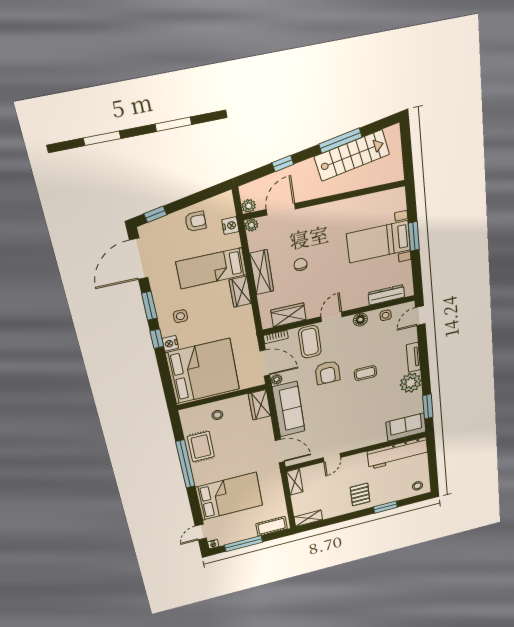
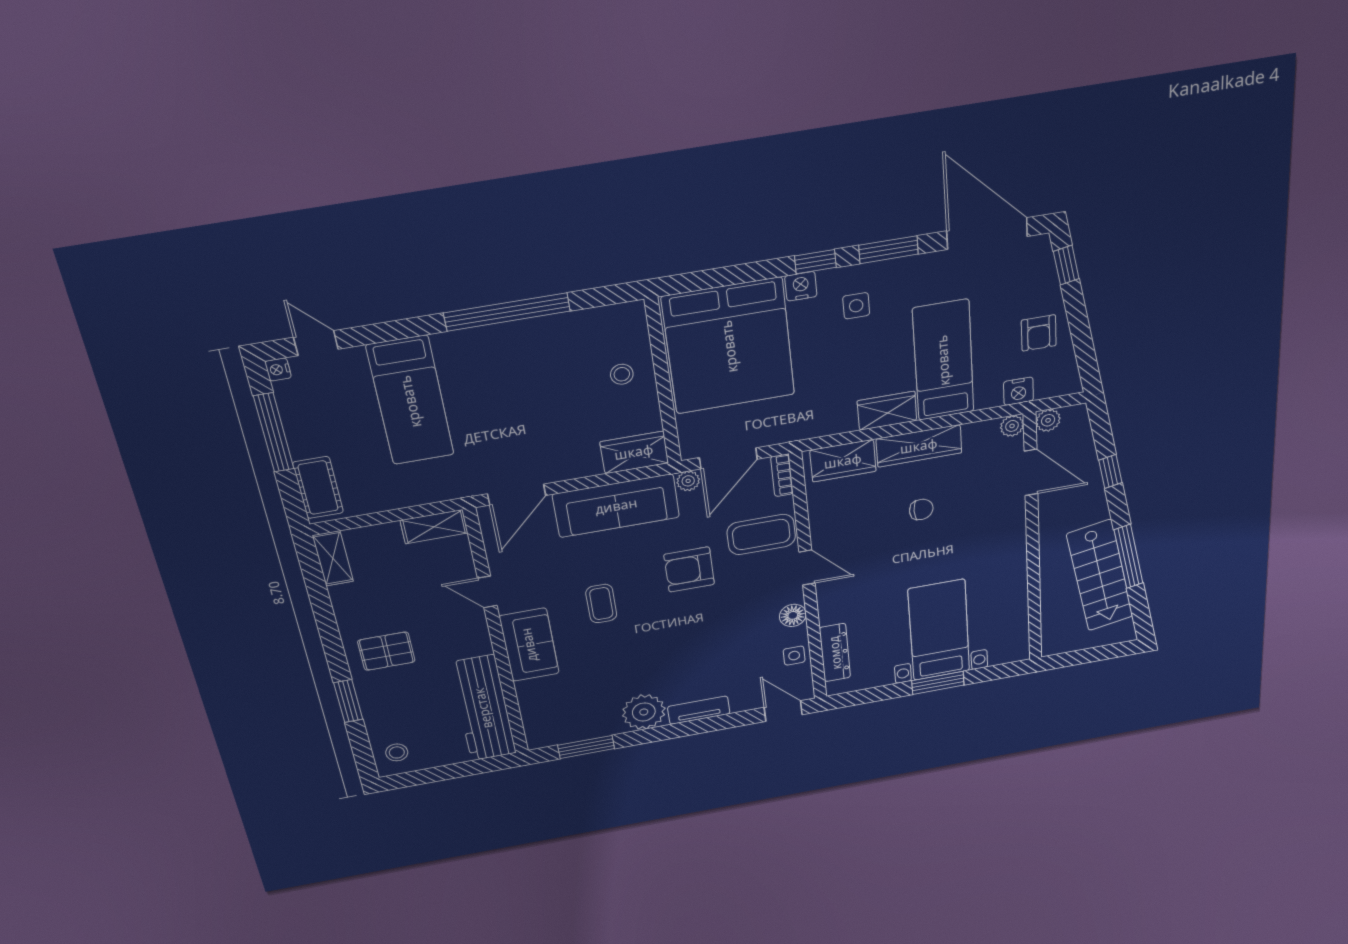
wardrobe: (288, 315) -> (843, 461), moved, turned 90
coffee table: (365, 373) -> (601, 604), moved
sofa: (406, 427) -> (529, 645), moved
rug: (201, 447) -> (548, 343), removed
bed: (229, 496) -> (410, 401), width x0.67

